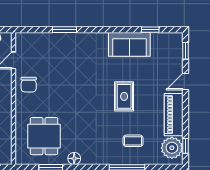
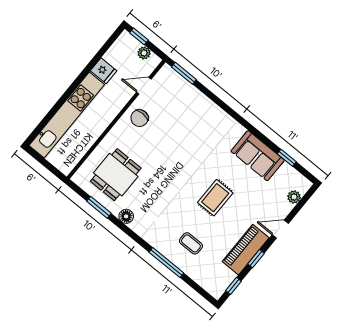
window: (64, 30) -> (184, 73), moved
window: (185, 51) -> (256, 259), moved
plant: (172, 148) -> (294, 197), moved, width x0.53, depth x0.53

